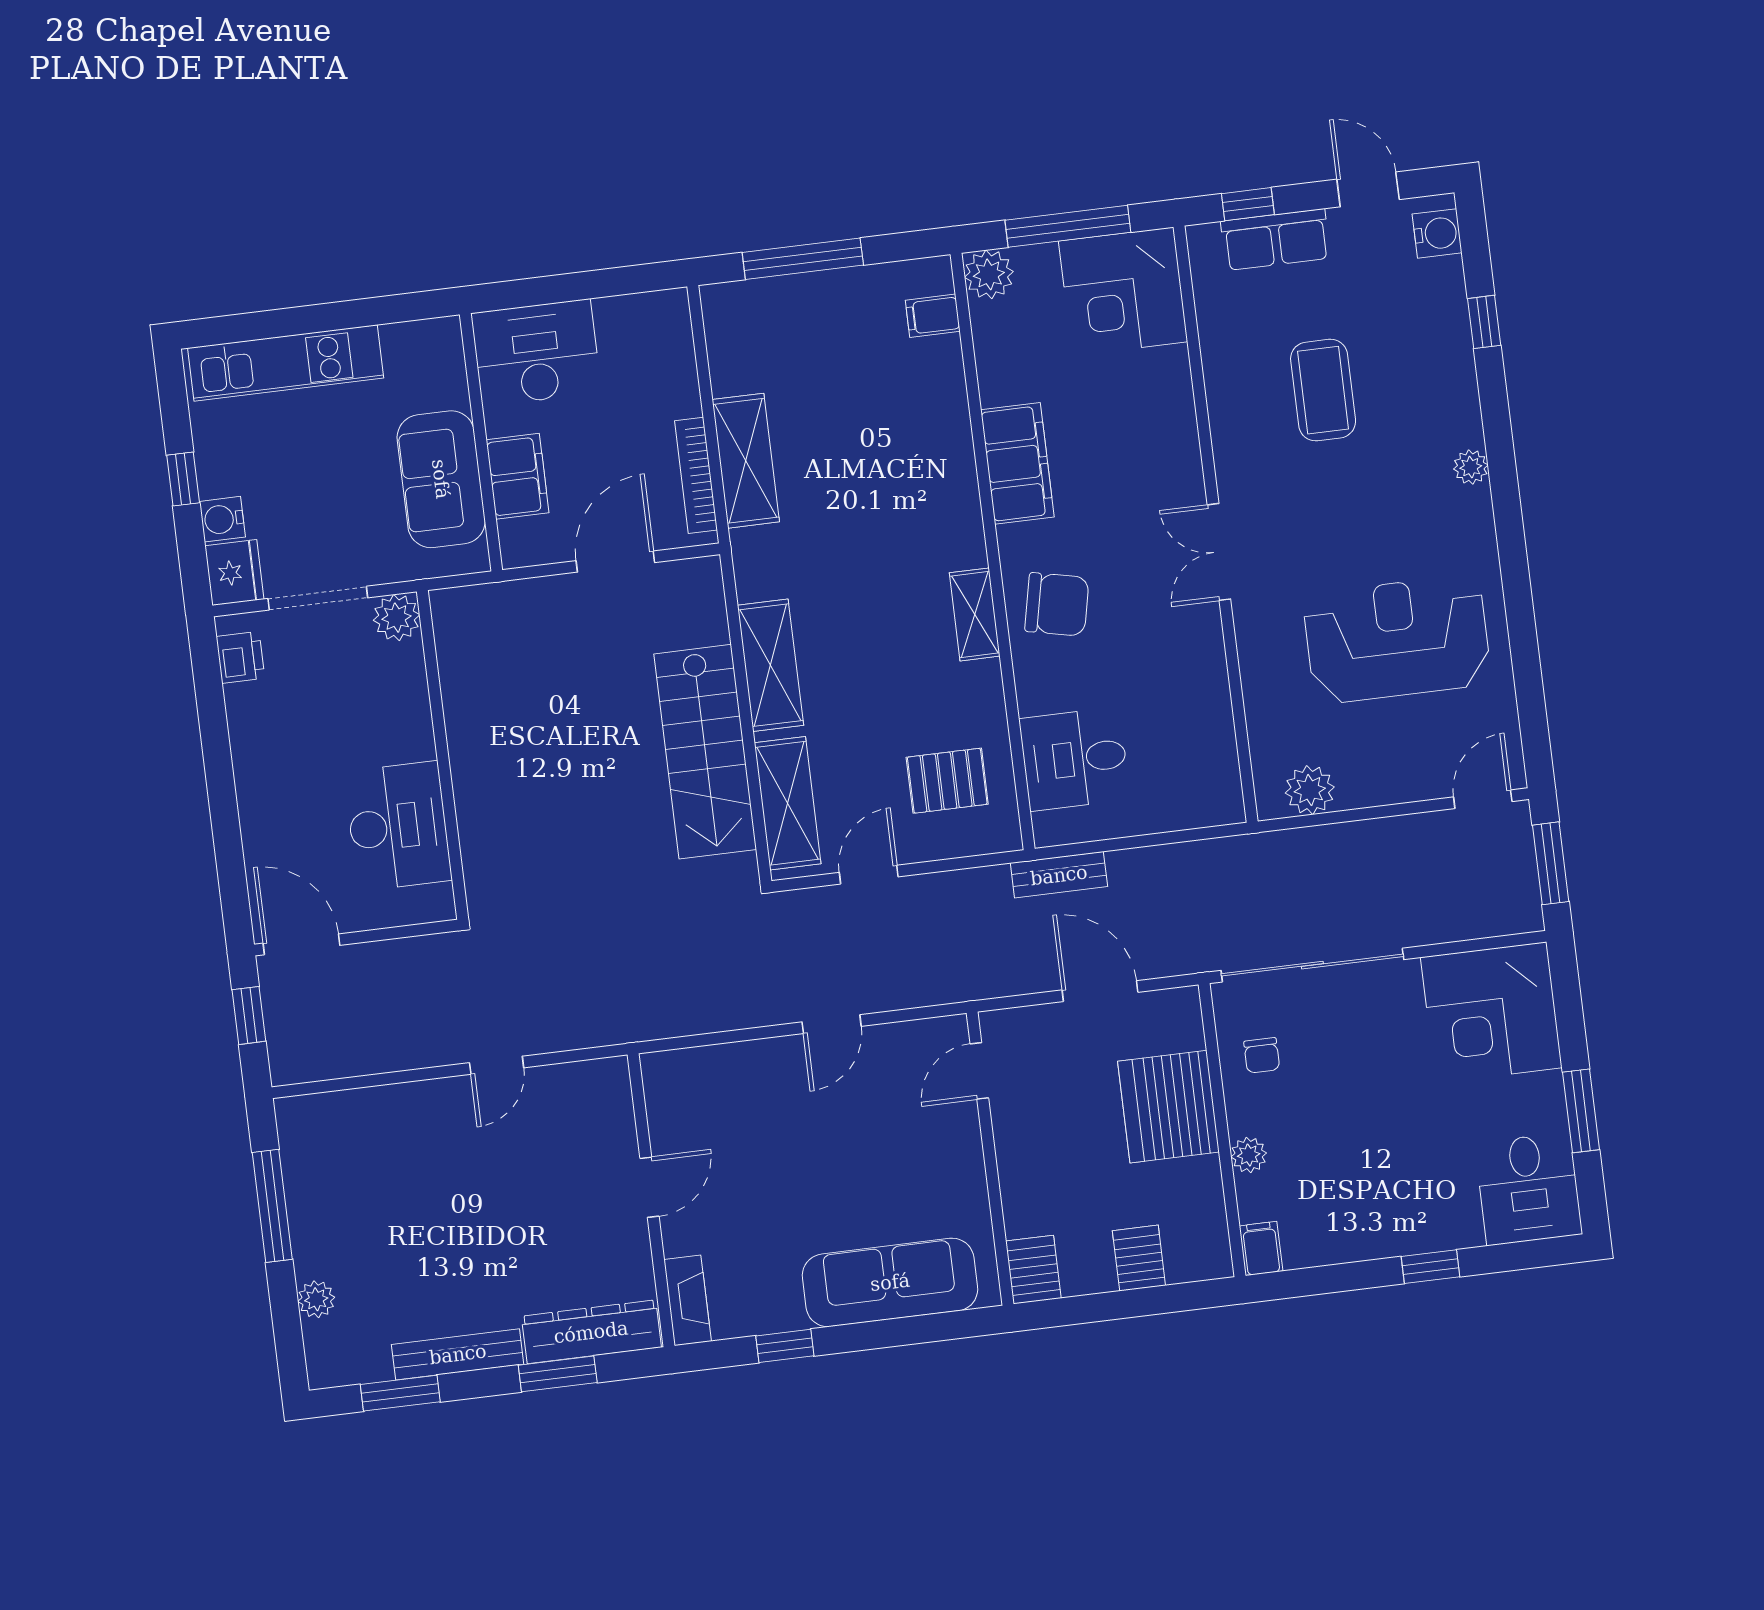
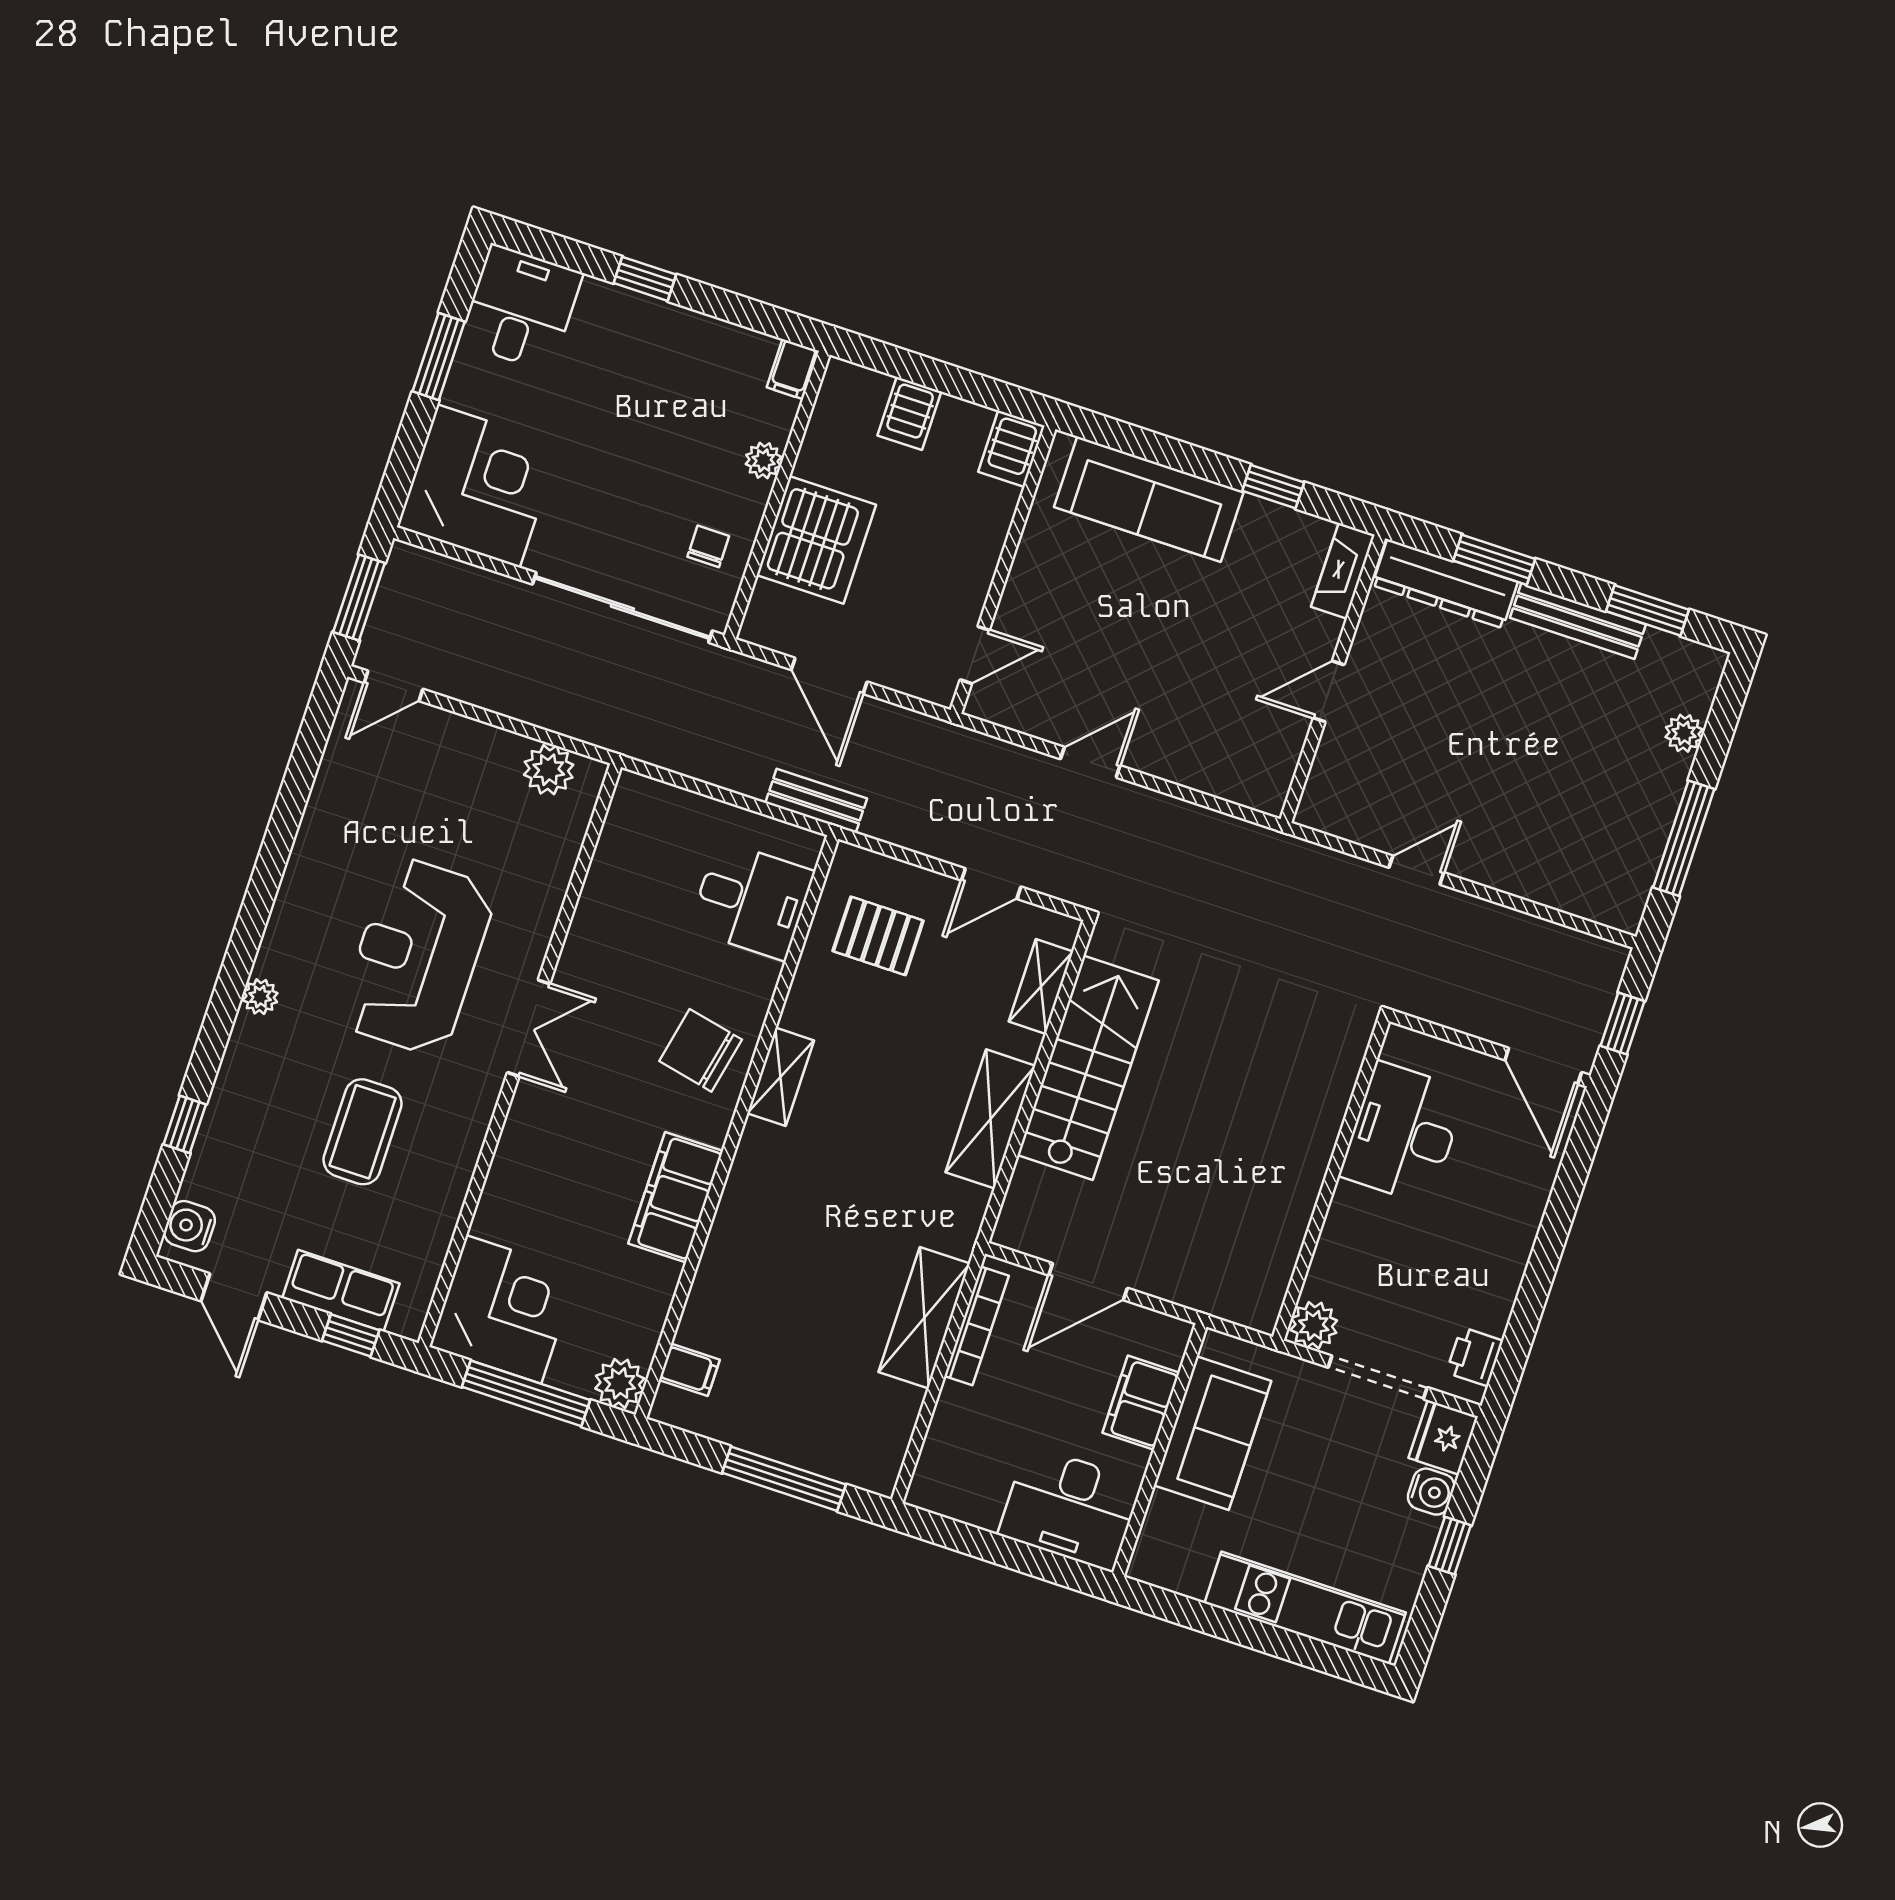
reception desk: (1397, 639) -> (417, 956), moved, turned 90
shelving: (788, 803) -> (1041, 987), width x0.67, depth x0.75

